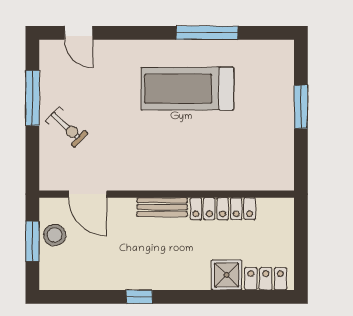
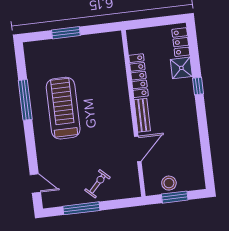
door: (79, 33) -> (35, 183), hinge flipped
treadmill: (187, 89) -> (63, 108), turned 180
door: (88, 194) -> (138, 149), moved
window: (139, 297) -> (198, 86), moved

